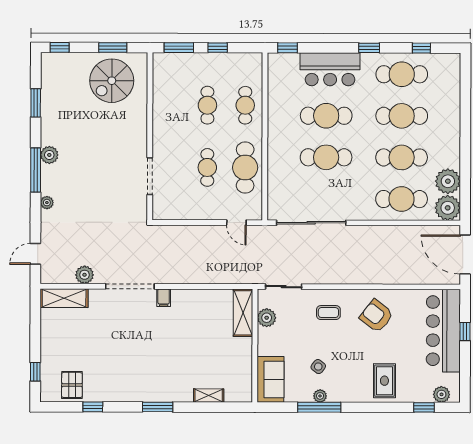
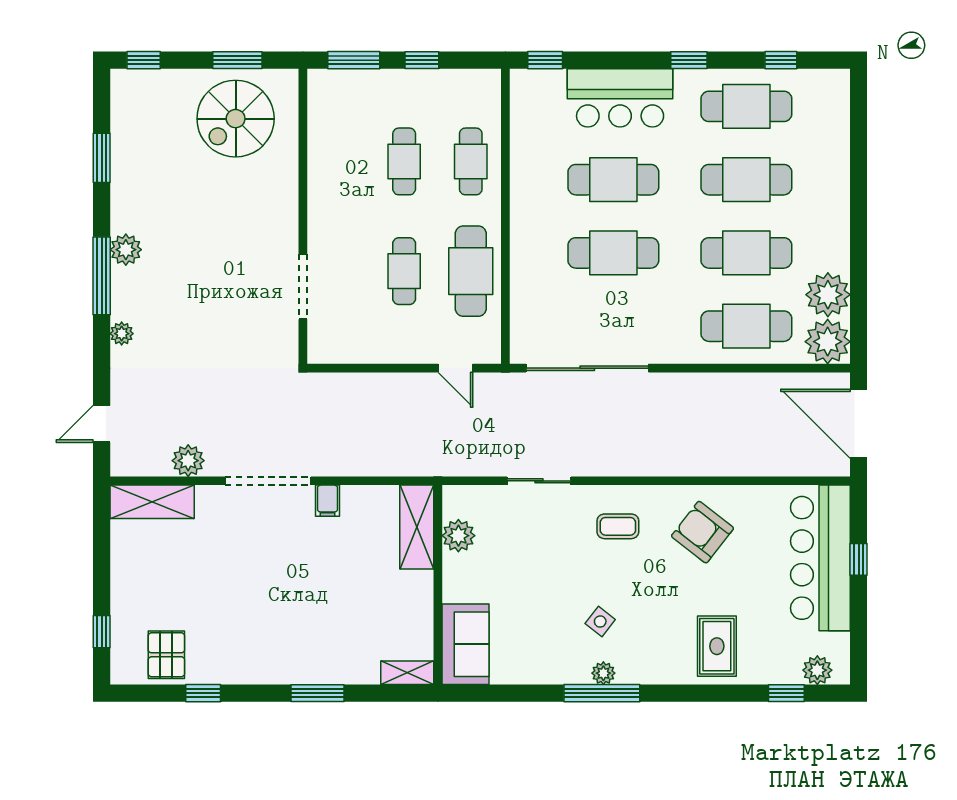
shelving: (243, 313) -> (417, 527), moved
plant: (267, 318) -> (458, 536), moved
wall: (255, 346) -> (438, 585), moved
sofa: (271, 379) -> (465, 644), moved

